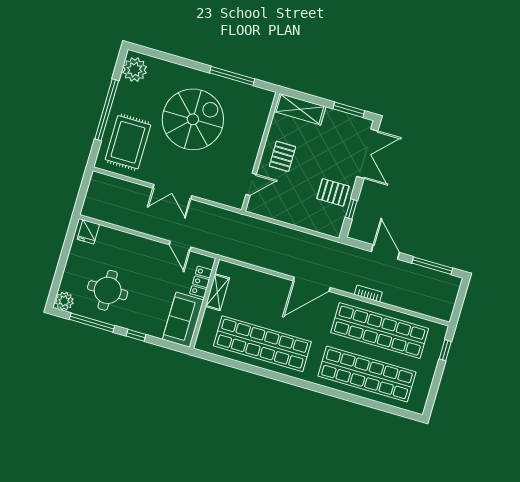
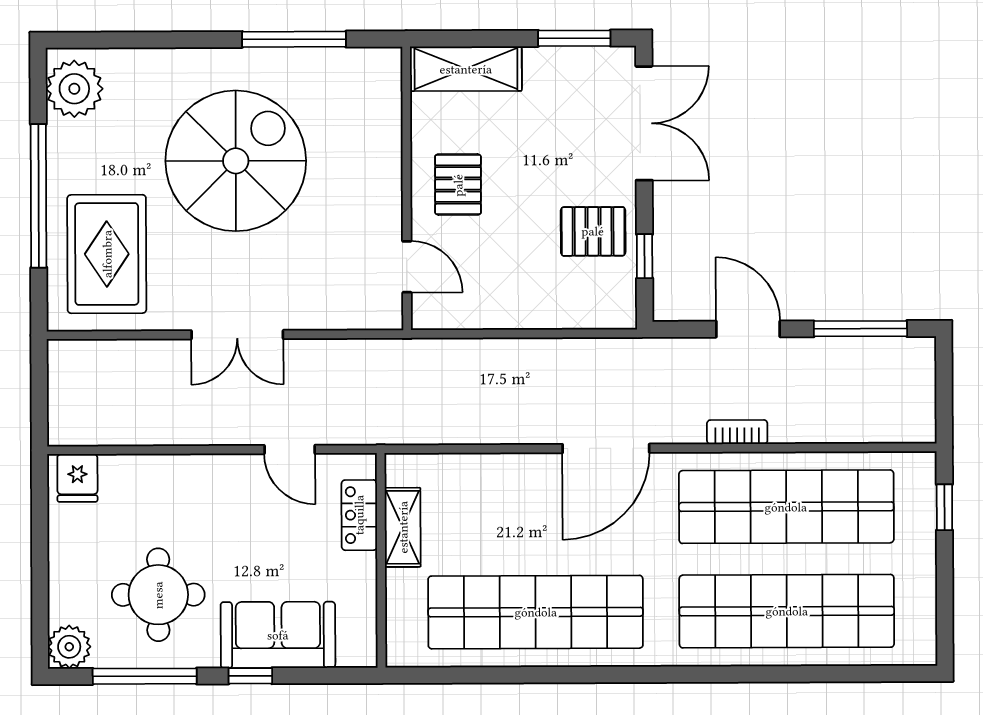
door: (251, 184) -> (407, 267), hinge flipped
sofa: (183, 320) -> (278, 635), moved, turned 90

